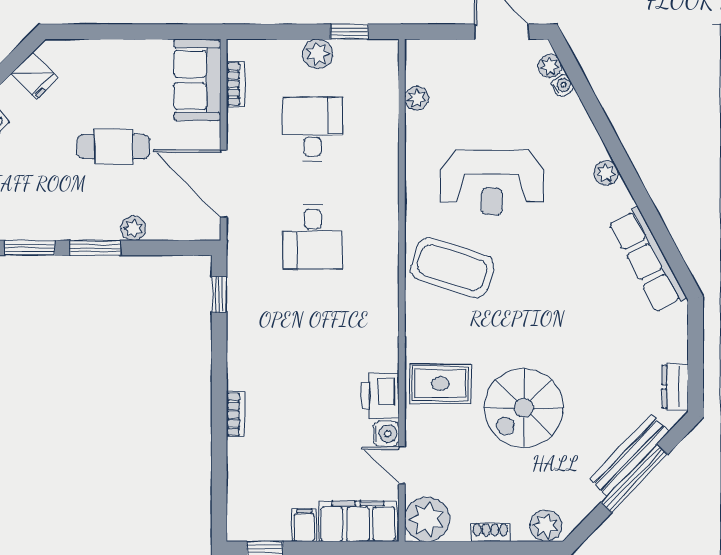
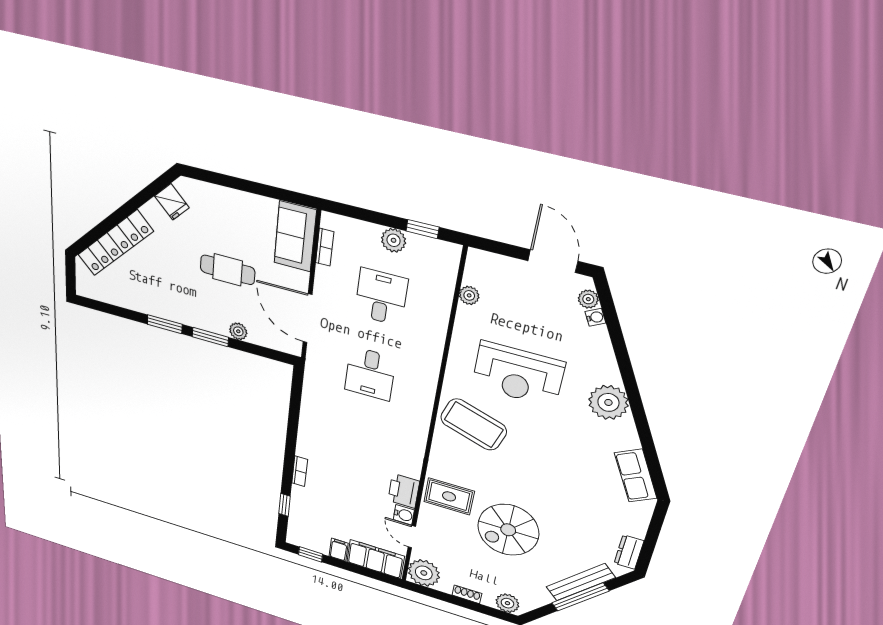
plant: (606, 173) -> (608, 402), width x1.88, depth x1.88
row of seats: (647, 260) -> (636, 476), width x0.68
window: (219, 294) -> (284, 505), moved

